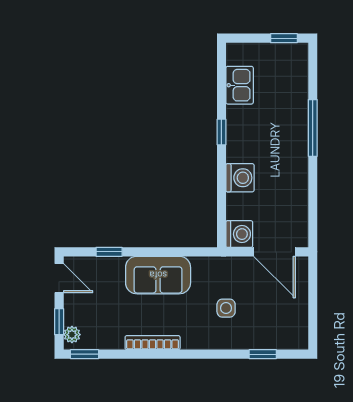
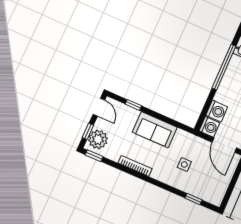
window: (221, 132) -> (224, 67), width x3.17
washing machine: (240, 178) -> (217, 111), moved
plant: (72, 335) -> (98, 139), width x1.88, depth x1.88

